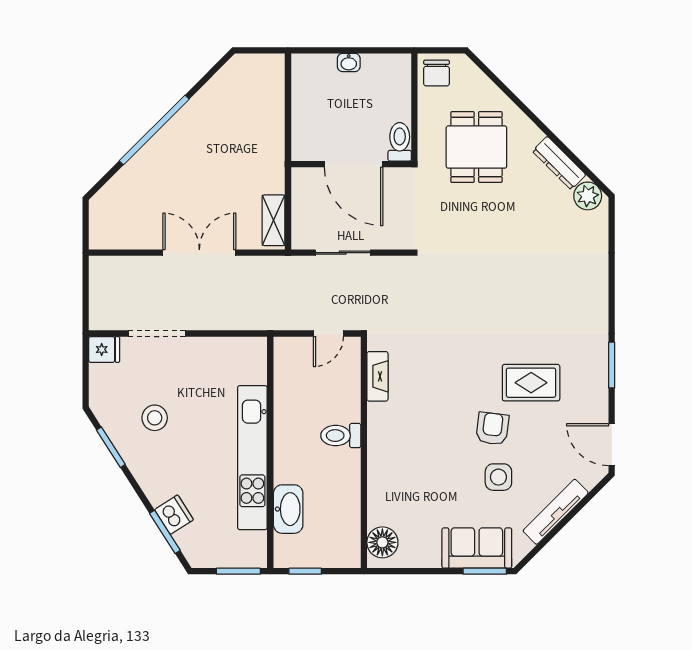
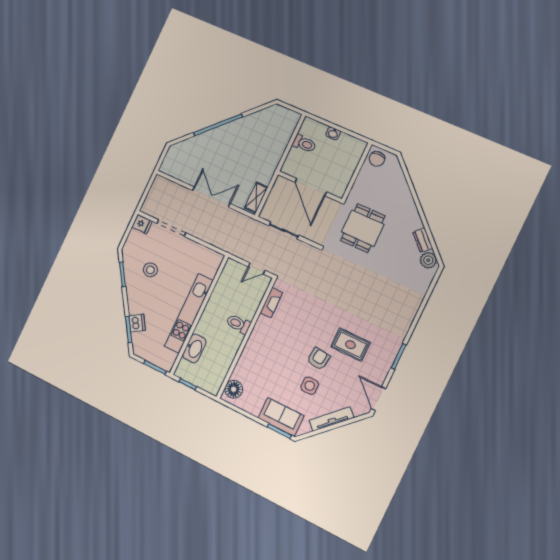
toilet: (400, 142) -> (304, 144), moved, turned 90
dining table: (476, 147) -> (363, 228), moved
dresser: (559, 163) -> (423, 240), width x0.70

